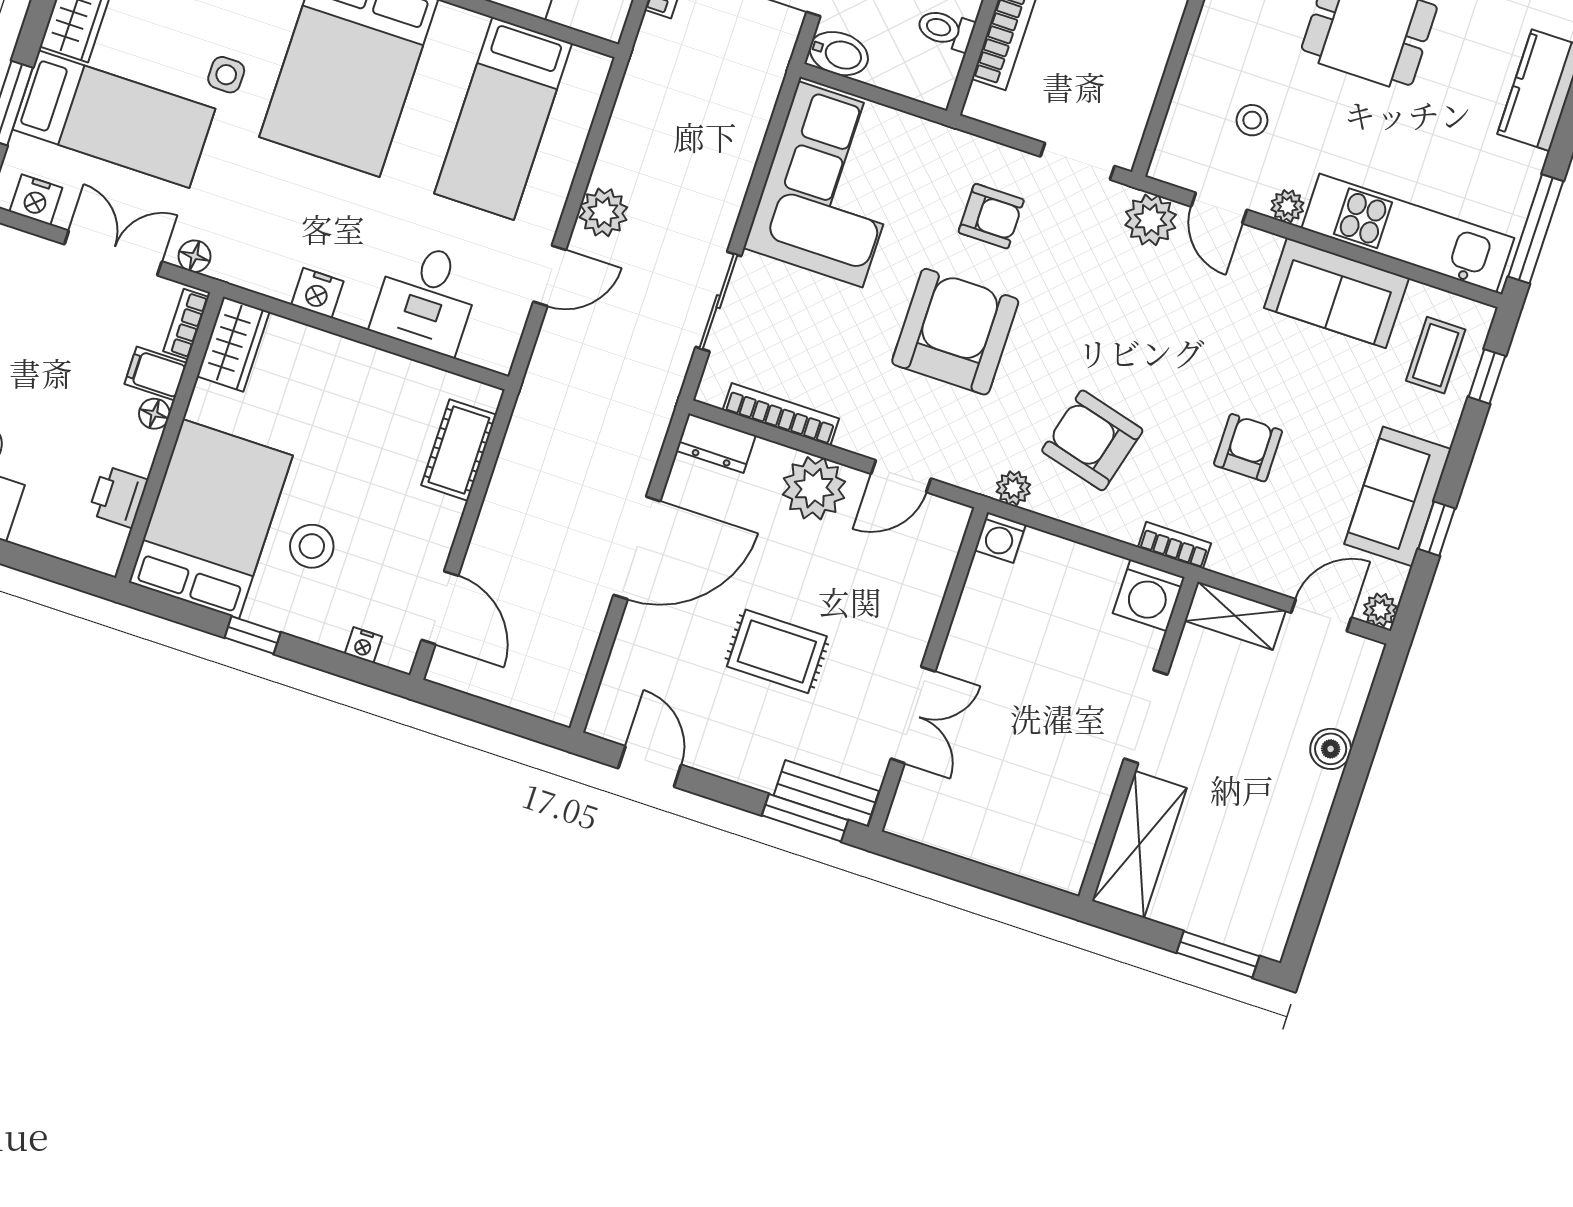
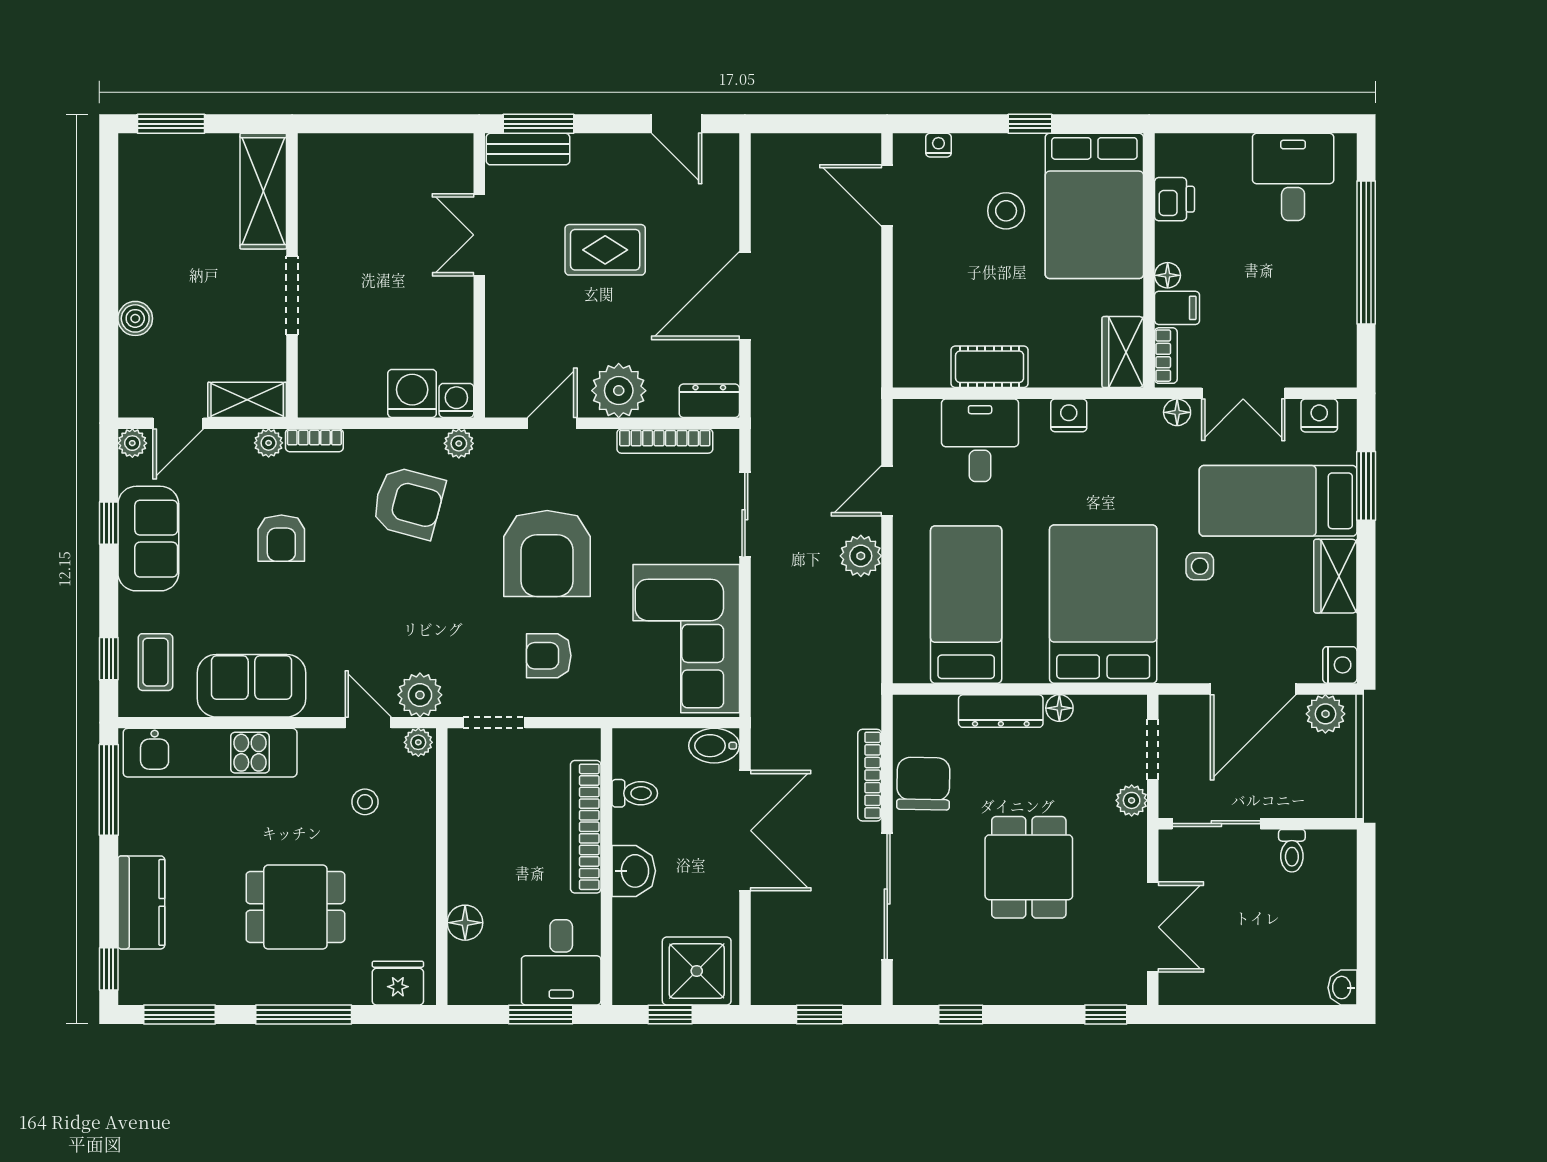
plant: (1287, 206) -> (418, 742), moved
cot: (459, 450) -> (990, 367), moved, turned 90
plant: (1227, 559) -> (269, 443), added
washing machine: (1149, 595) -> (412, 393), moved

